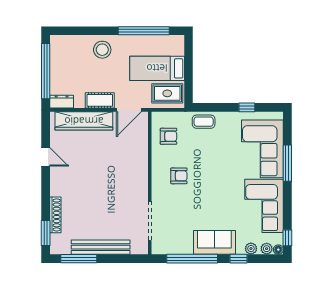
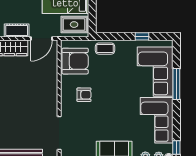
armchair: (168, 136) -> (75, 61), width x1.88, depth x1.88

